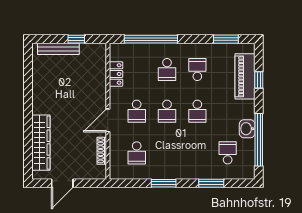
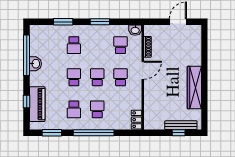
window: (76, 39) -> (179, 133), moved
window: (151, 39) -> (94, 133), moved
locker: (116, 74) -> (136, 120), moved
wardrobe: (41, 143) -> (194, 87), moved
school desk: (228, 153) -> (74, 45), moved
washbasin: (118, 172) -> (135, 30), added

